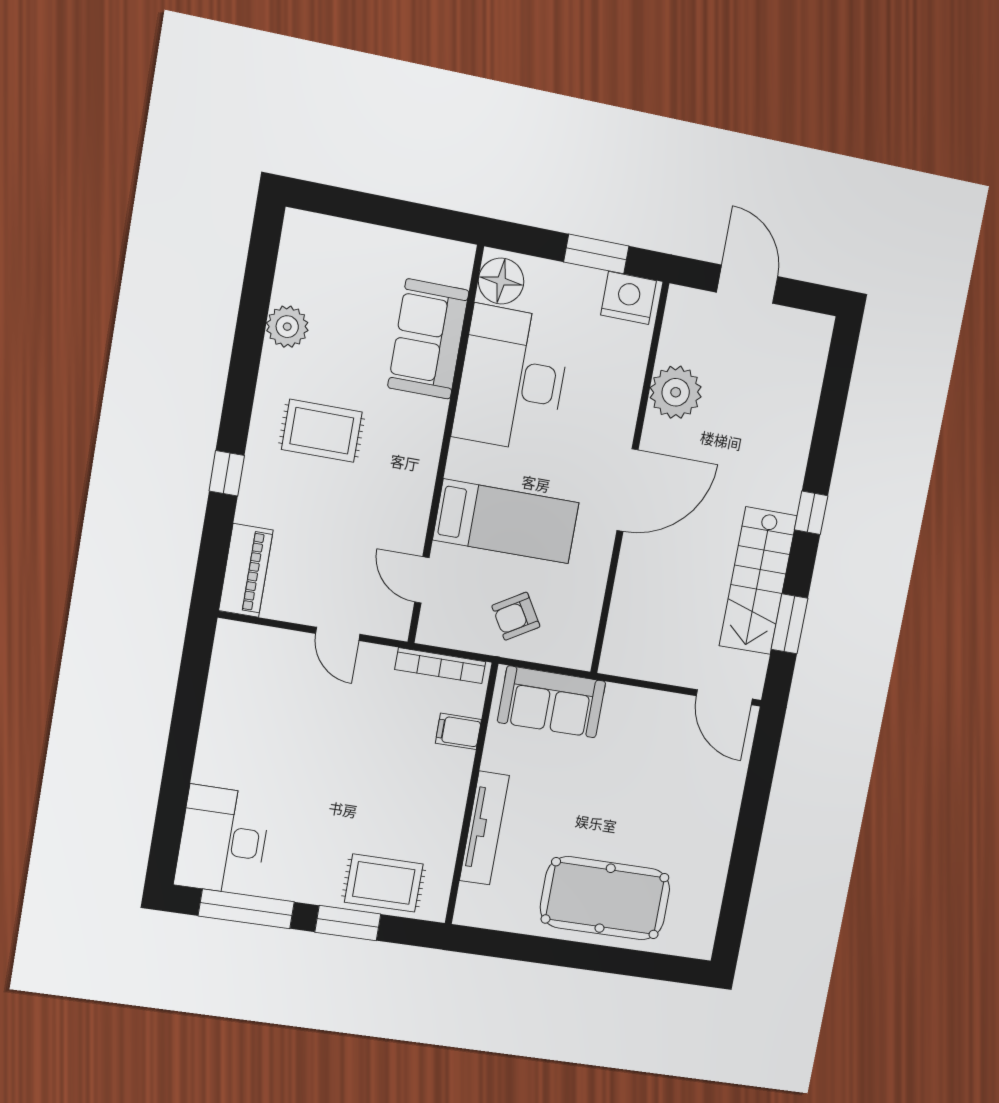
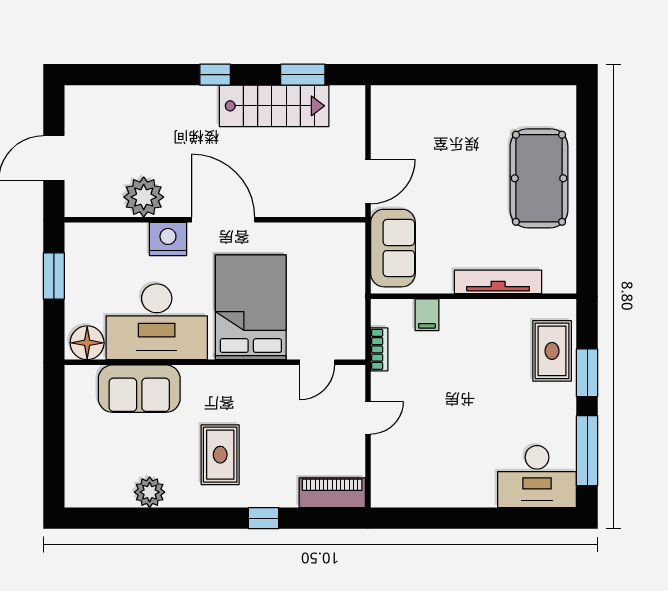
nightstand: (629, 298) -> (168, 239), moved, turned 90
bed: (506, 521) -> (251, 307), width x1.50
armchair: (516, 616) -> (332, 287), removed
bookcase: (440, 666) -> (379, 349), width x0.64
door: (724, 697) -> (368, 182), moved

